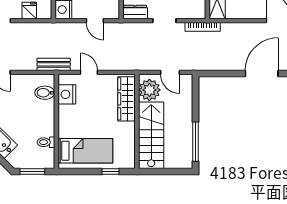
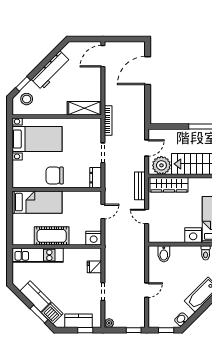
bench: (54, 64) -> (140, 186), moved
door: (89, 72) -> (147, 217), hinge flipped
door: (262, 74) -> (148, 71), hinge flipped
nightstand: (67, 94) -> (193, 235), moved

